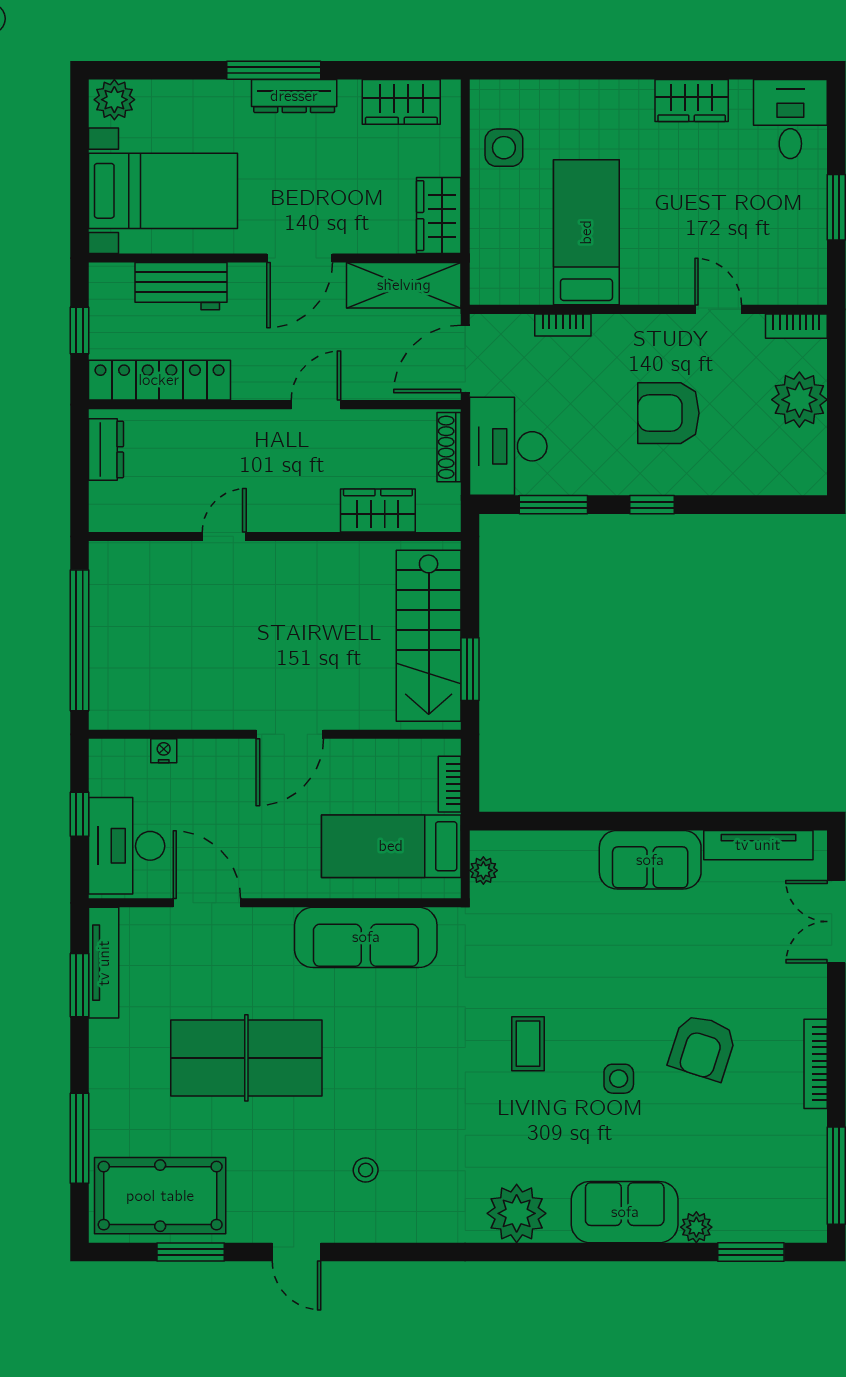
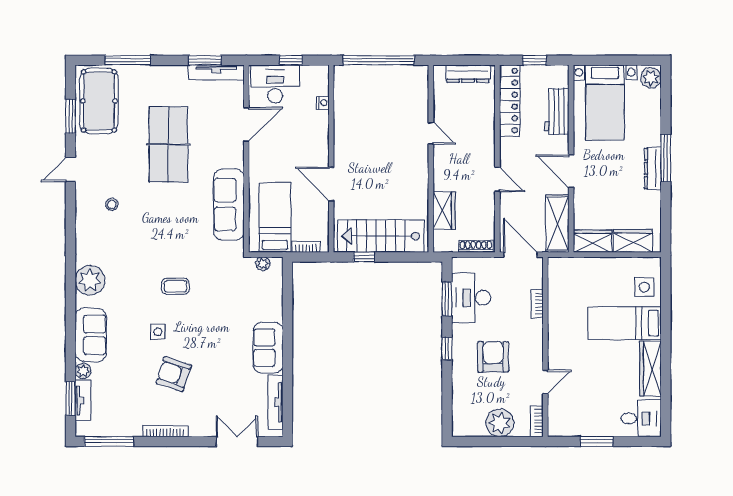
wardrobe: (692, 100) -> (651, 369), width x1.50
wardrobe: (401, 102) -> (633, 241), moved, turned 90
side table: (504, 148) -> (644, 287), moved
bed: (586, 232) -> (625, 323), moved, turned 180
desk: (508, 446) -> (471, 298), moved, turned -90
dresser: (106, 449) -> (468, 74), width x1.44
window: (470, 669) -> (364, 257), width x0.67
door: (290, 734) -> (331, 184), moved
tv unit: (755, 1227) -> (83, 400), added

